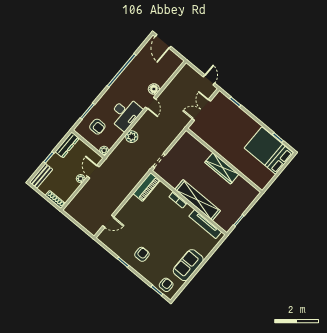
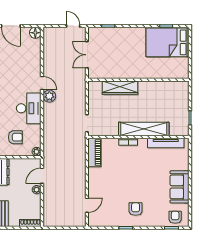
floor lamp: (154, 89) -> (35, 33), moved
plant: (132, 137) -> (49, 96), moved
wardrobe: (222, 168) -> (120, 88), moved
door: (93, 172) -> (42, 176), hinge flipped

